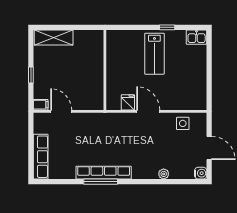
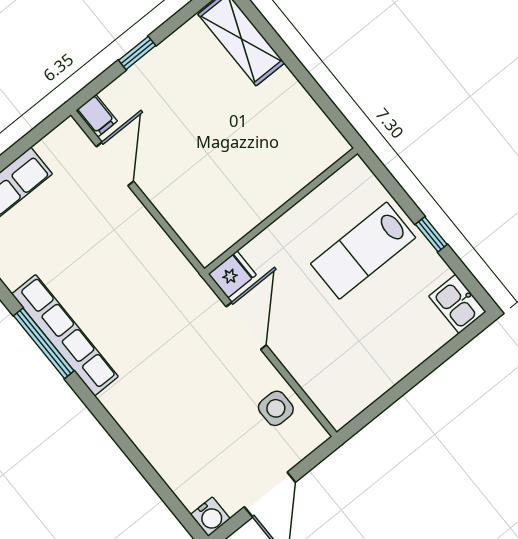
wall: (105, 70) -> (281, 211), moved
plant: (164, 174) -> (153, 449), removed

